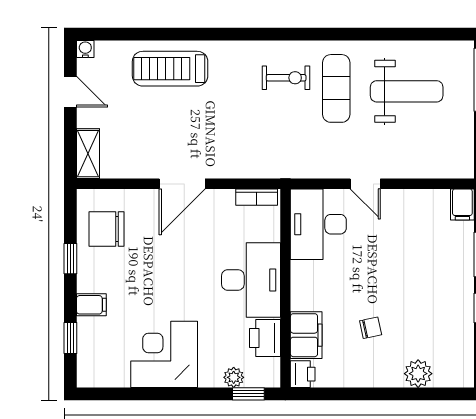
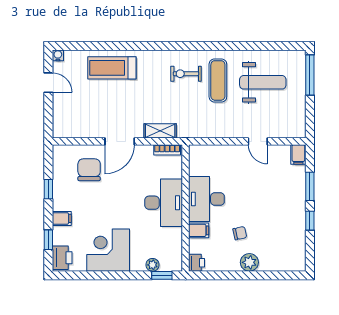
exercise bike: (286, 78) -> (186, 74), turned 180
shelving: (88, 154) -> (160, 131), moved, turned 90
door: (365, 184) -> (258, 141), moved
desk: (318, 224) -> (206, 199), moved
chair: (106, 229) -> (89, 170), moved, turned 90
filing cabinet: (306, 335) -> (199, 230), width x0.50
printer: (265, 338) -> (62, 258), moved, turned 180
plant: (418, 374) -> (249, 262), moved

